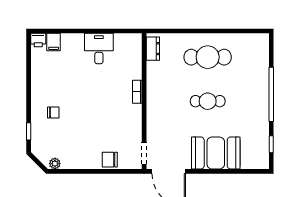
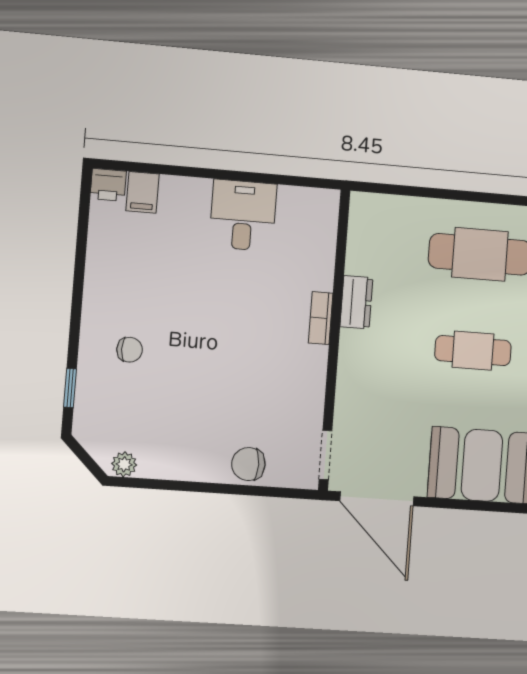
dresser: (153, 49) -> (356, 302), moved

